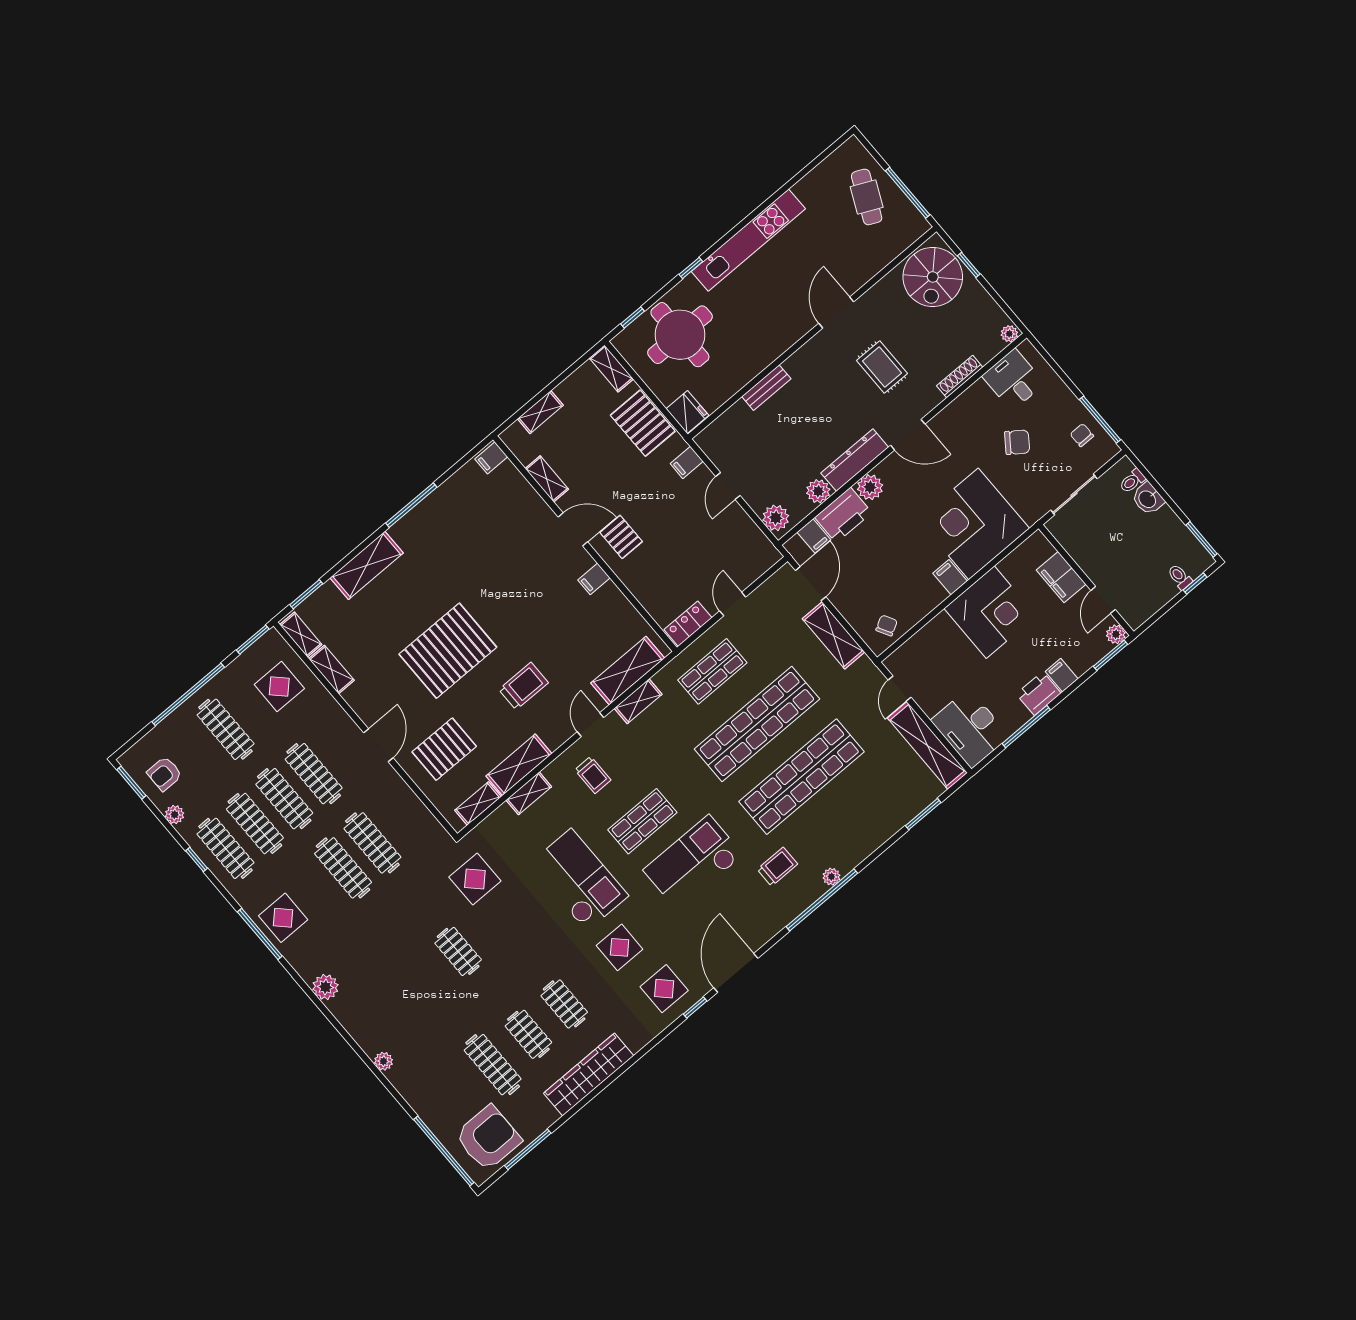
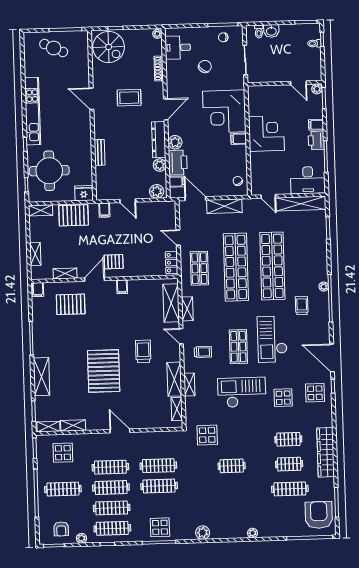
filing cabinet: (1061, 577) -> (275, 93), removed
pallet: (444, 749) -> (71, 304), moved, turned 90

